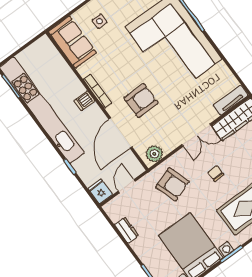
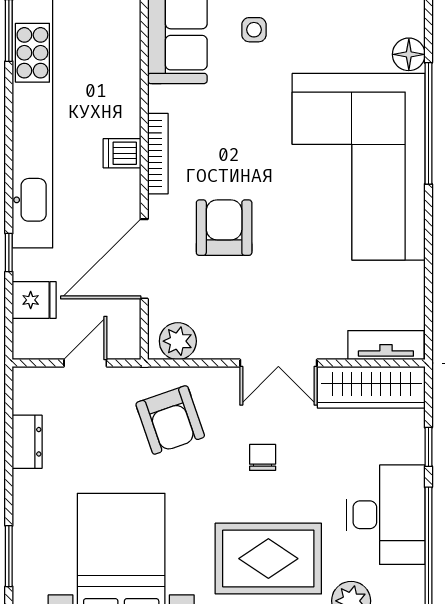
armchair: (141, 101) -> (224, 228), turned -90
fridge: (100, 192) -> (34, 300), moved, turned 90

